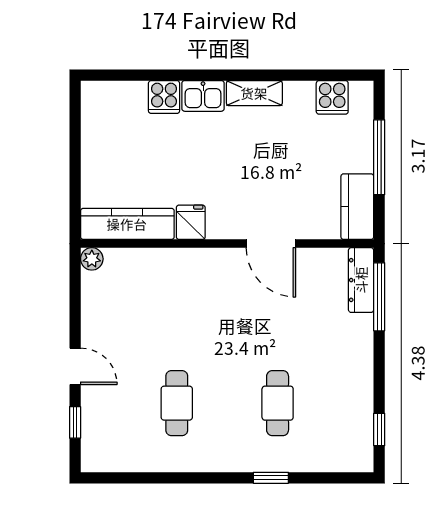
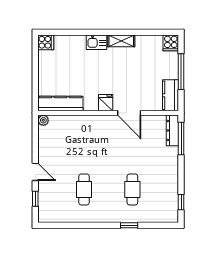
cooker: (164, 97) -> (46, 42), moved, turned -90
cooker: (332, 97) -> (171, 43), moved
fridge: (191, 222) -> (106, 103), moved

